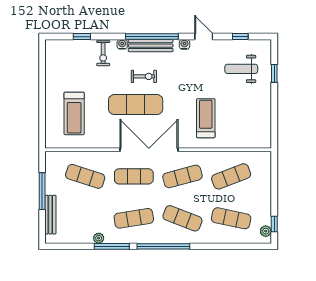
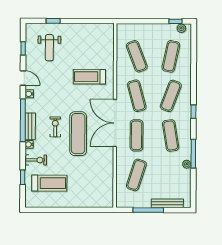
door: (204, 37) -> (23, 78), swing flipped
bench: (151, 46) -> (30, 126), width x0.73
treadmill: (74, 113) -> (49, 183), moved
window: (163, 246) -> (193, 112), width x0.32

